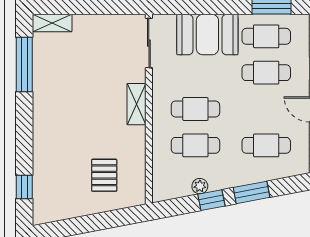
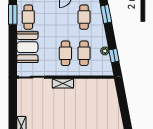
cafe table: (266, 73) -> (47, 17), removed
pallet: (104, 175) -> (99, 100), removed
window: (252, 192) -> (106, 14), moved
window: (211, 200) -> (114, 56), moved

